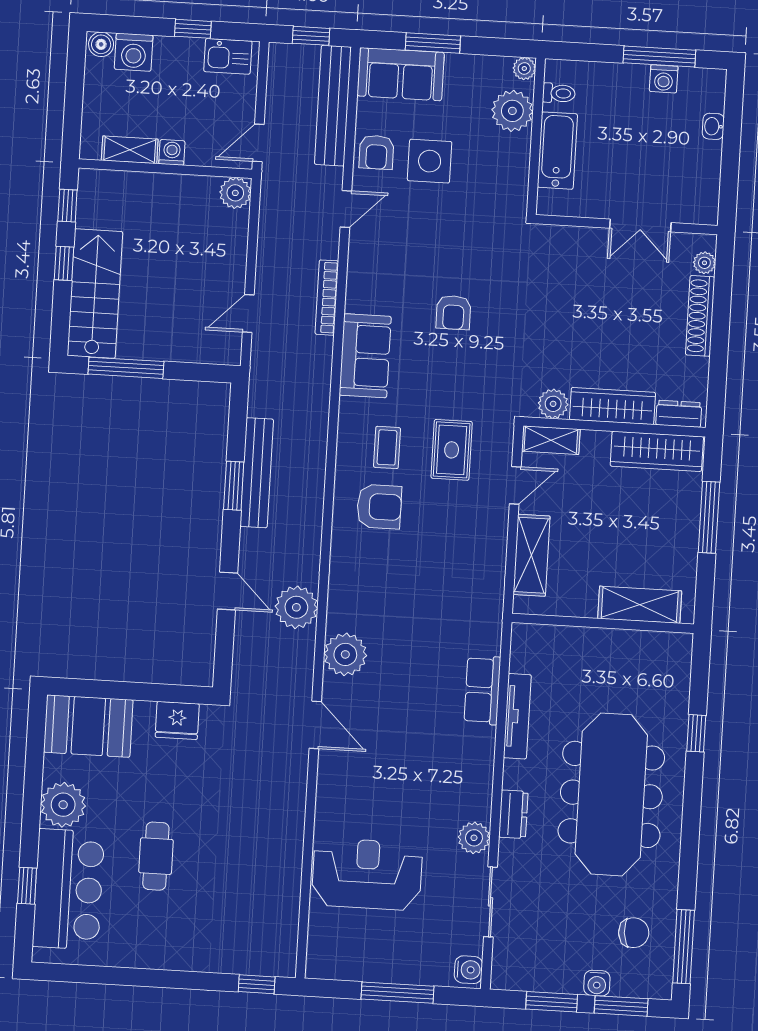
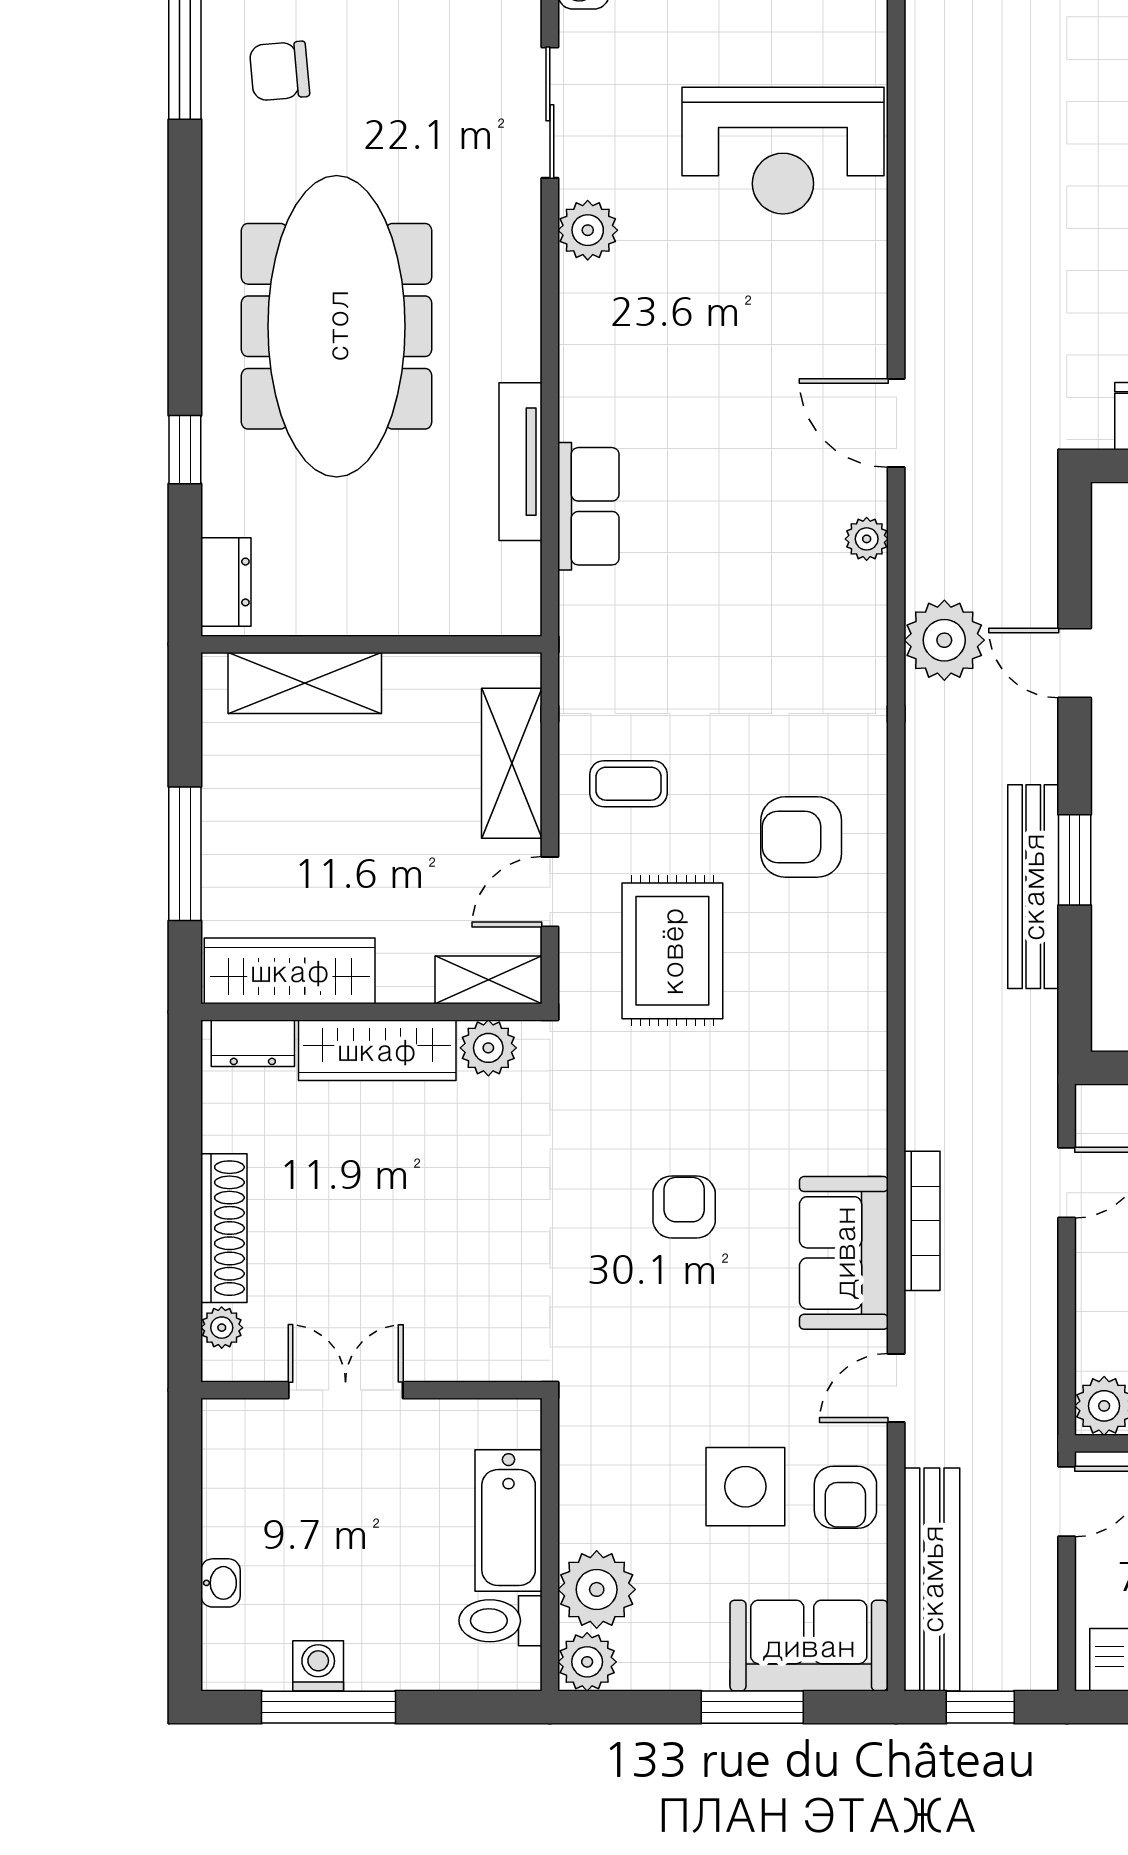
plant: (524, 68) -> (587, 1662), width x1.38, depth x1.38
toilet: (559, 93) -> (500, 1621), width x1.37, depth x1.39
armchair: (376, 152) -> (845, 1497), turned 180
sofa: (365, 356) -> (844, 1253), moved
coffee table: (387, 447) -> (629, 784), moved, turned 90
rug: (452, 450) -> (672, 951), width x1.36, depth x1.43
plant: (345, 654) -> (867, 539), width x0.53, depth x0.53
dresser: (513, 814) -> (226, 582), moved, turned 180

